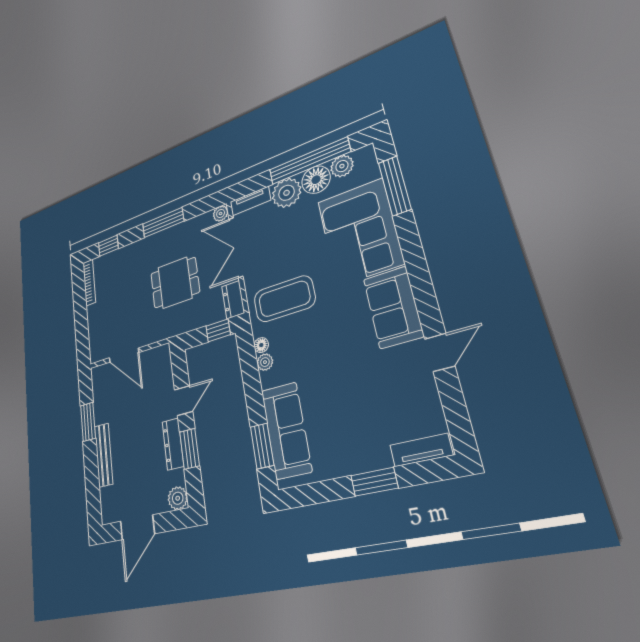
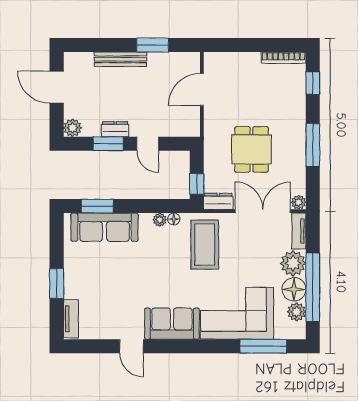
dresser: (173, 444) -> (115, 129), width x0.70

